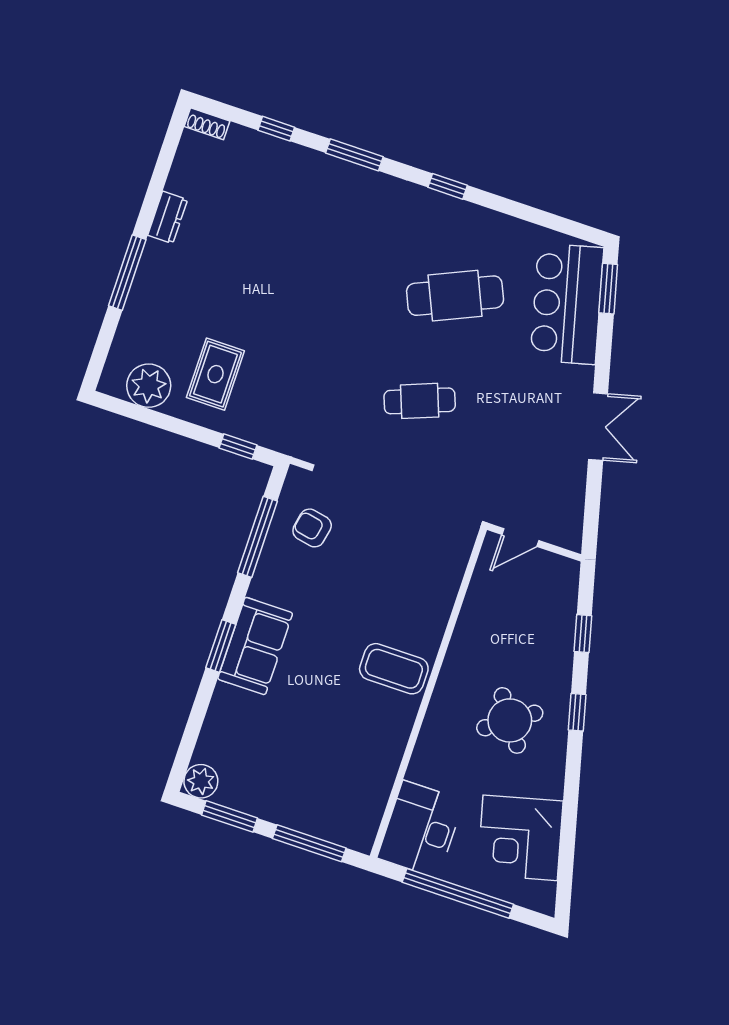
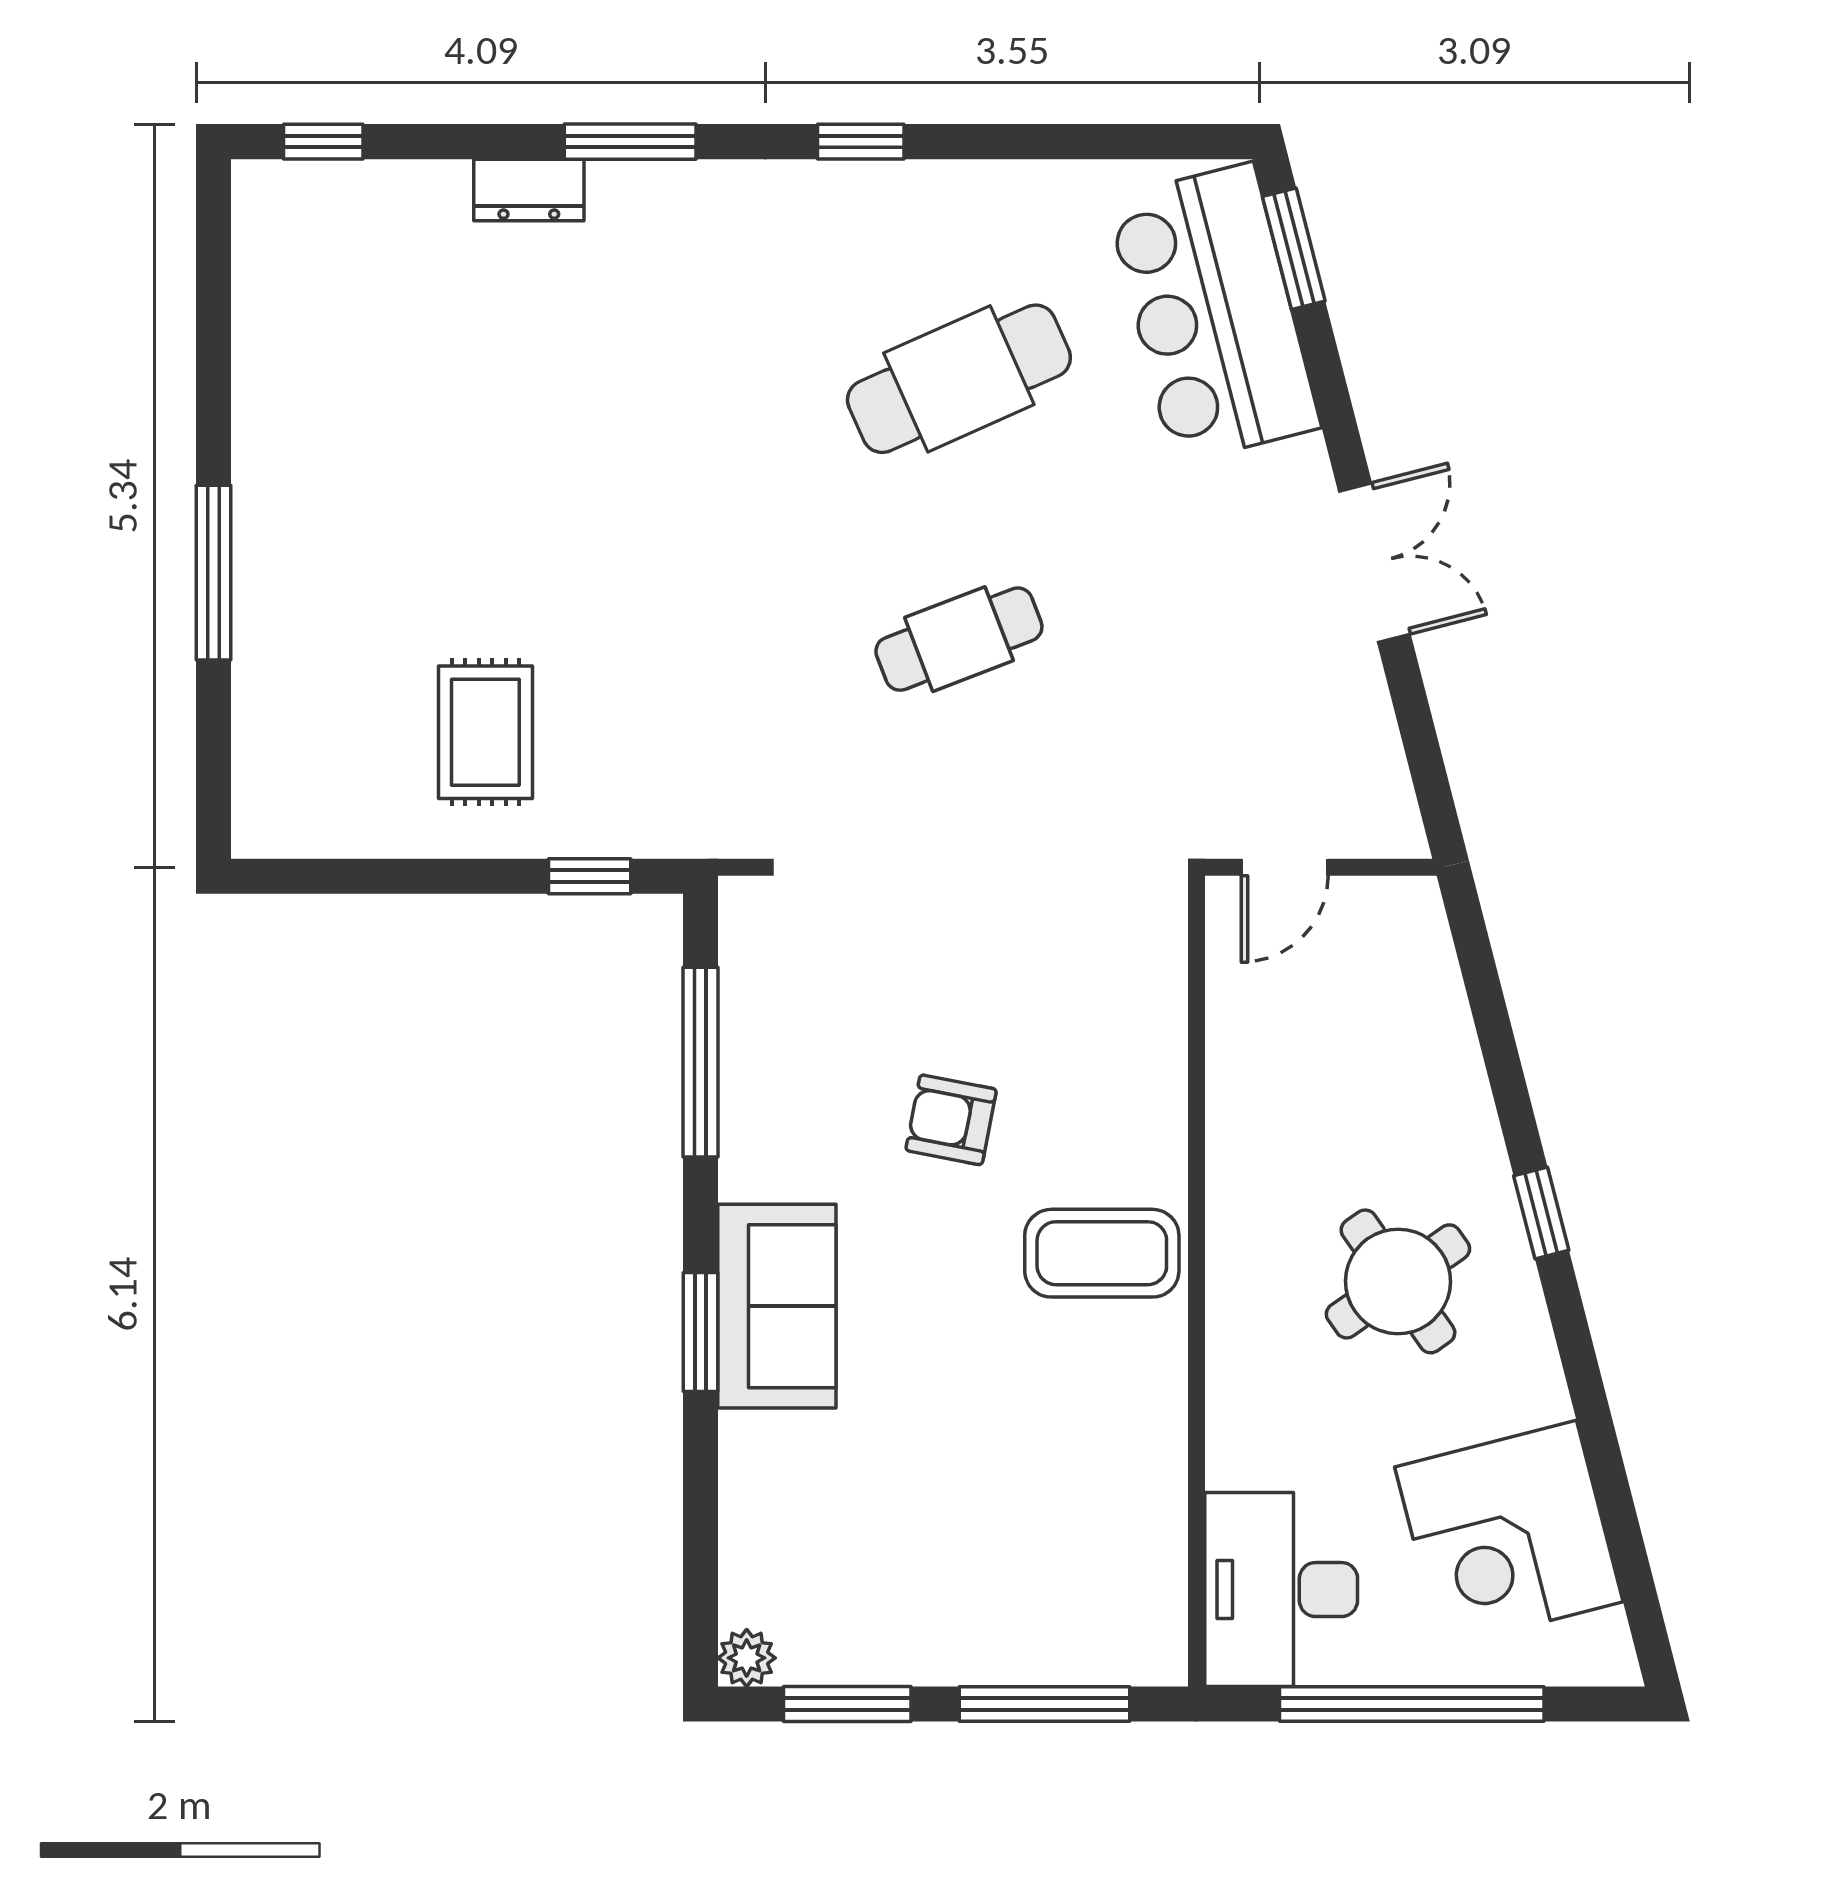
shoe rack: (207, 124) -> (279, 183), removed
window: (276, 129) -> (323, 142), moved
dresser: (168, 217) -> (529, 190), moved, turned 90
plant: (149, 386) -> (346, 808), removed
armchair: (312, 528) -> (951, 1120), moved
window: (583, 634) -> (1495, 1034), removed
plant: (201, 781) -> (747, 1658), width x0.73, depth x0.73

